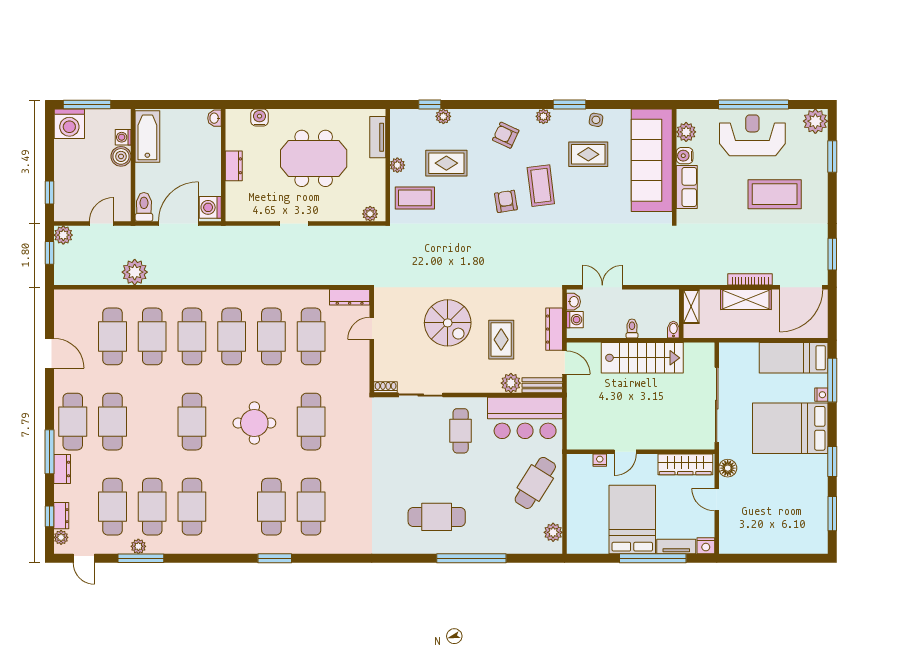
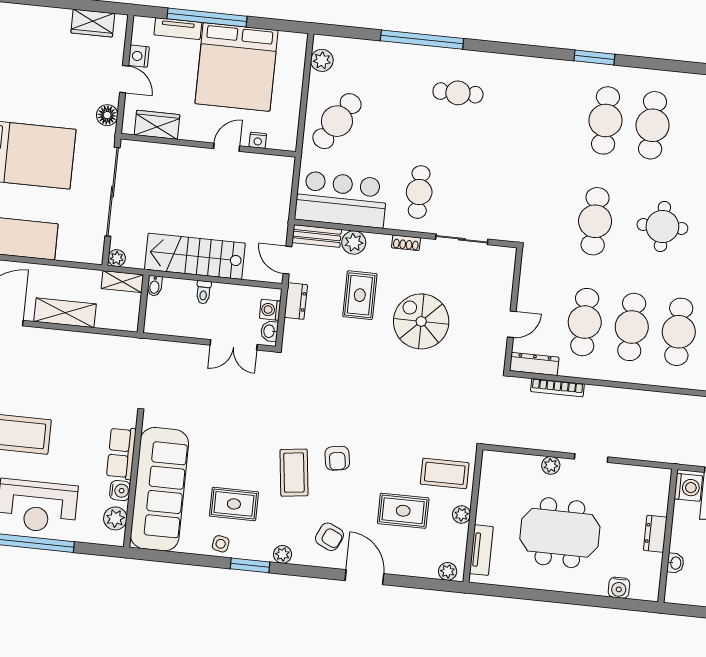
window: (430, 104) -> (416, 582), removed
door: (473, 104) -> (364, 577), added
plant: (443, 116) -> (448, 571), moved
washbasin: (215, 118) -> (675, 563), moved
plant: (370, 214) -> (551, 465), moved
bookcase: (750, 279) -> (557, 388), moved
shelving: (691, 306) -> (122, 282), moved, turned 90
dresser: (554, 329) -> (296, 301), width x0.70
plant: (707, 350) -> (117, 258), added
shoe rack: (386, 387) -> (406, 243), moved
wardrobe: (685, 464) -> (157, 125), width x0.67
cafe table: (437, 517) -> (458, 93), width x0.73, depth x0.74
bed: (632, 520) -> (237, 67), width x1.36
wardrobe: (748, 544) -> (93, 23), added
nightstand: (706, 546) -> (139, 56), moved, turned -90
window: (275, 558) -> (594, 58), moved

